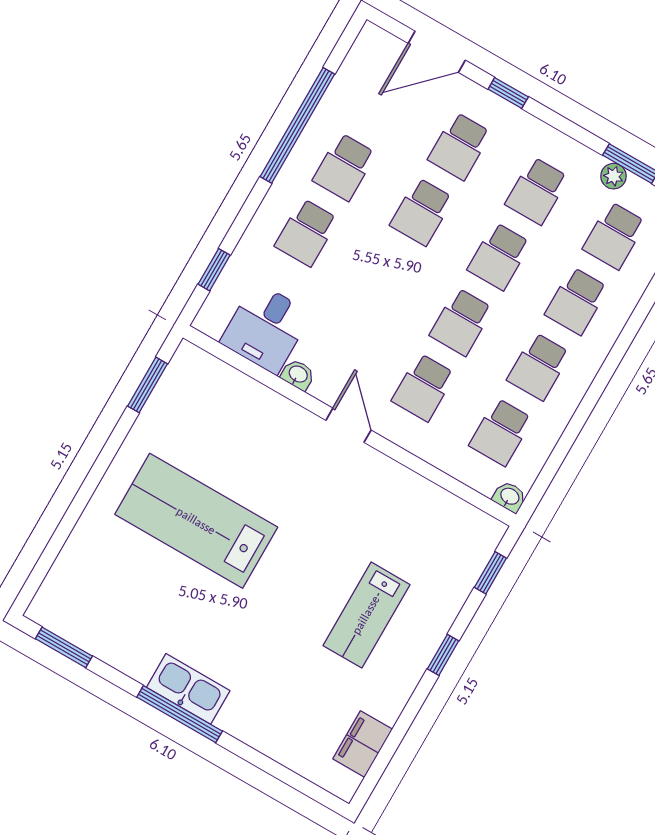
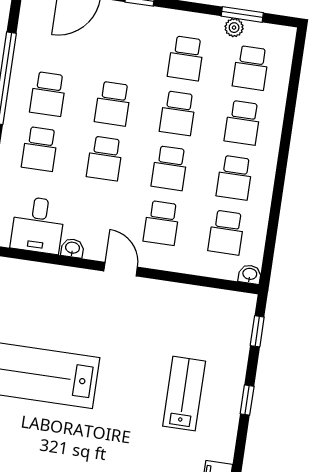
school desk: (459, 146) -> (105, 158), moved
lab bench: (366, 615) -> (184, 394), turned 180

